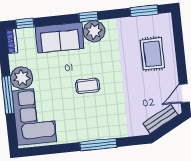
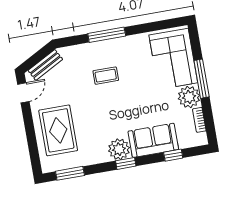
window: (25, 23) -> (173, 155), moved
bookcase: (12, 41) -> (199, 120), moved
rug: (152, 54) -> (58, 130), width x1.36, depth x1.43
coffee table: (88, 86) -> (106, 76), moved

